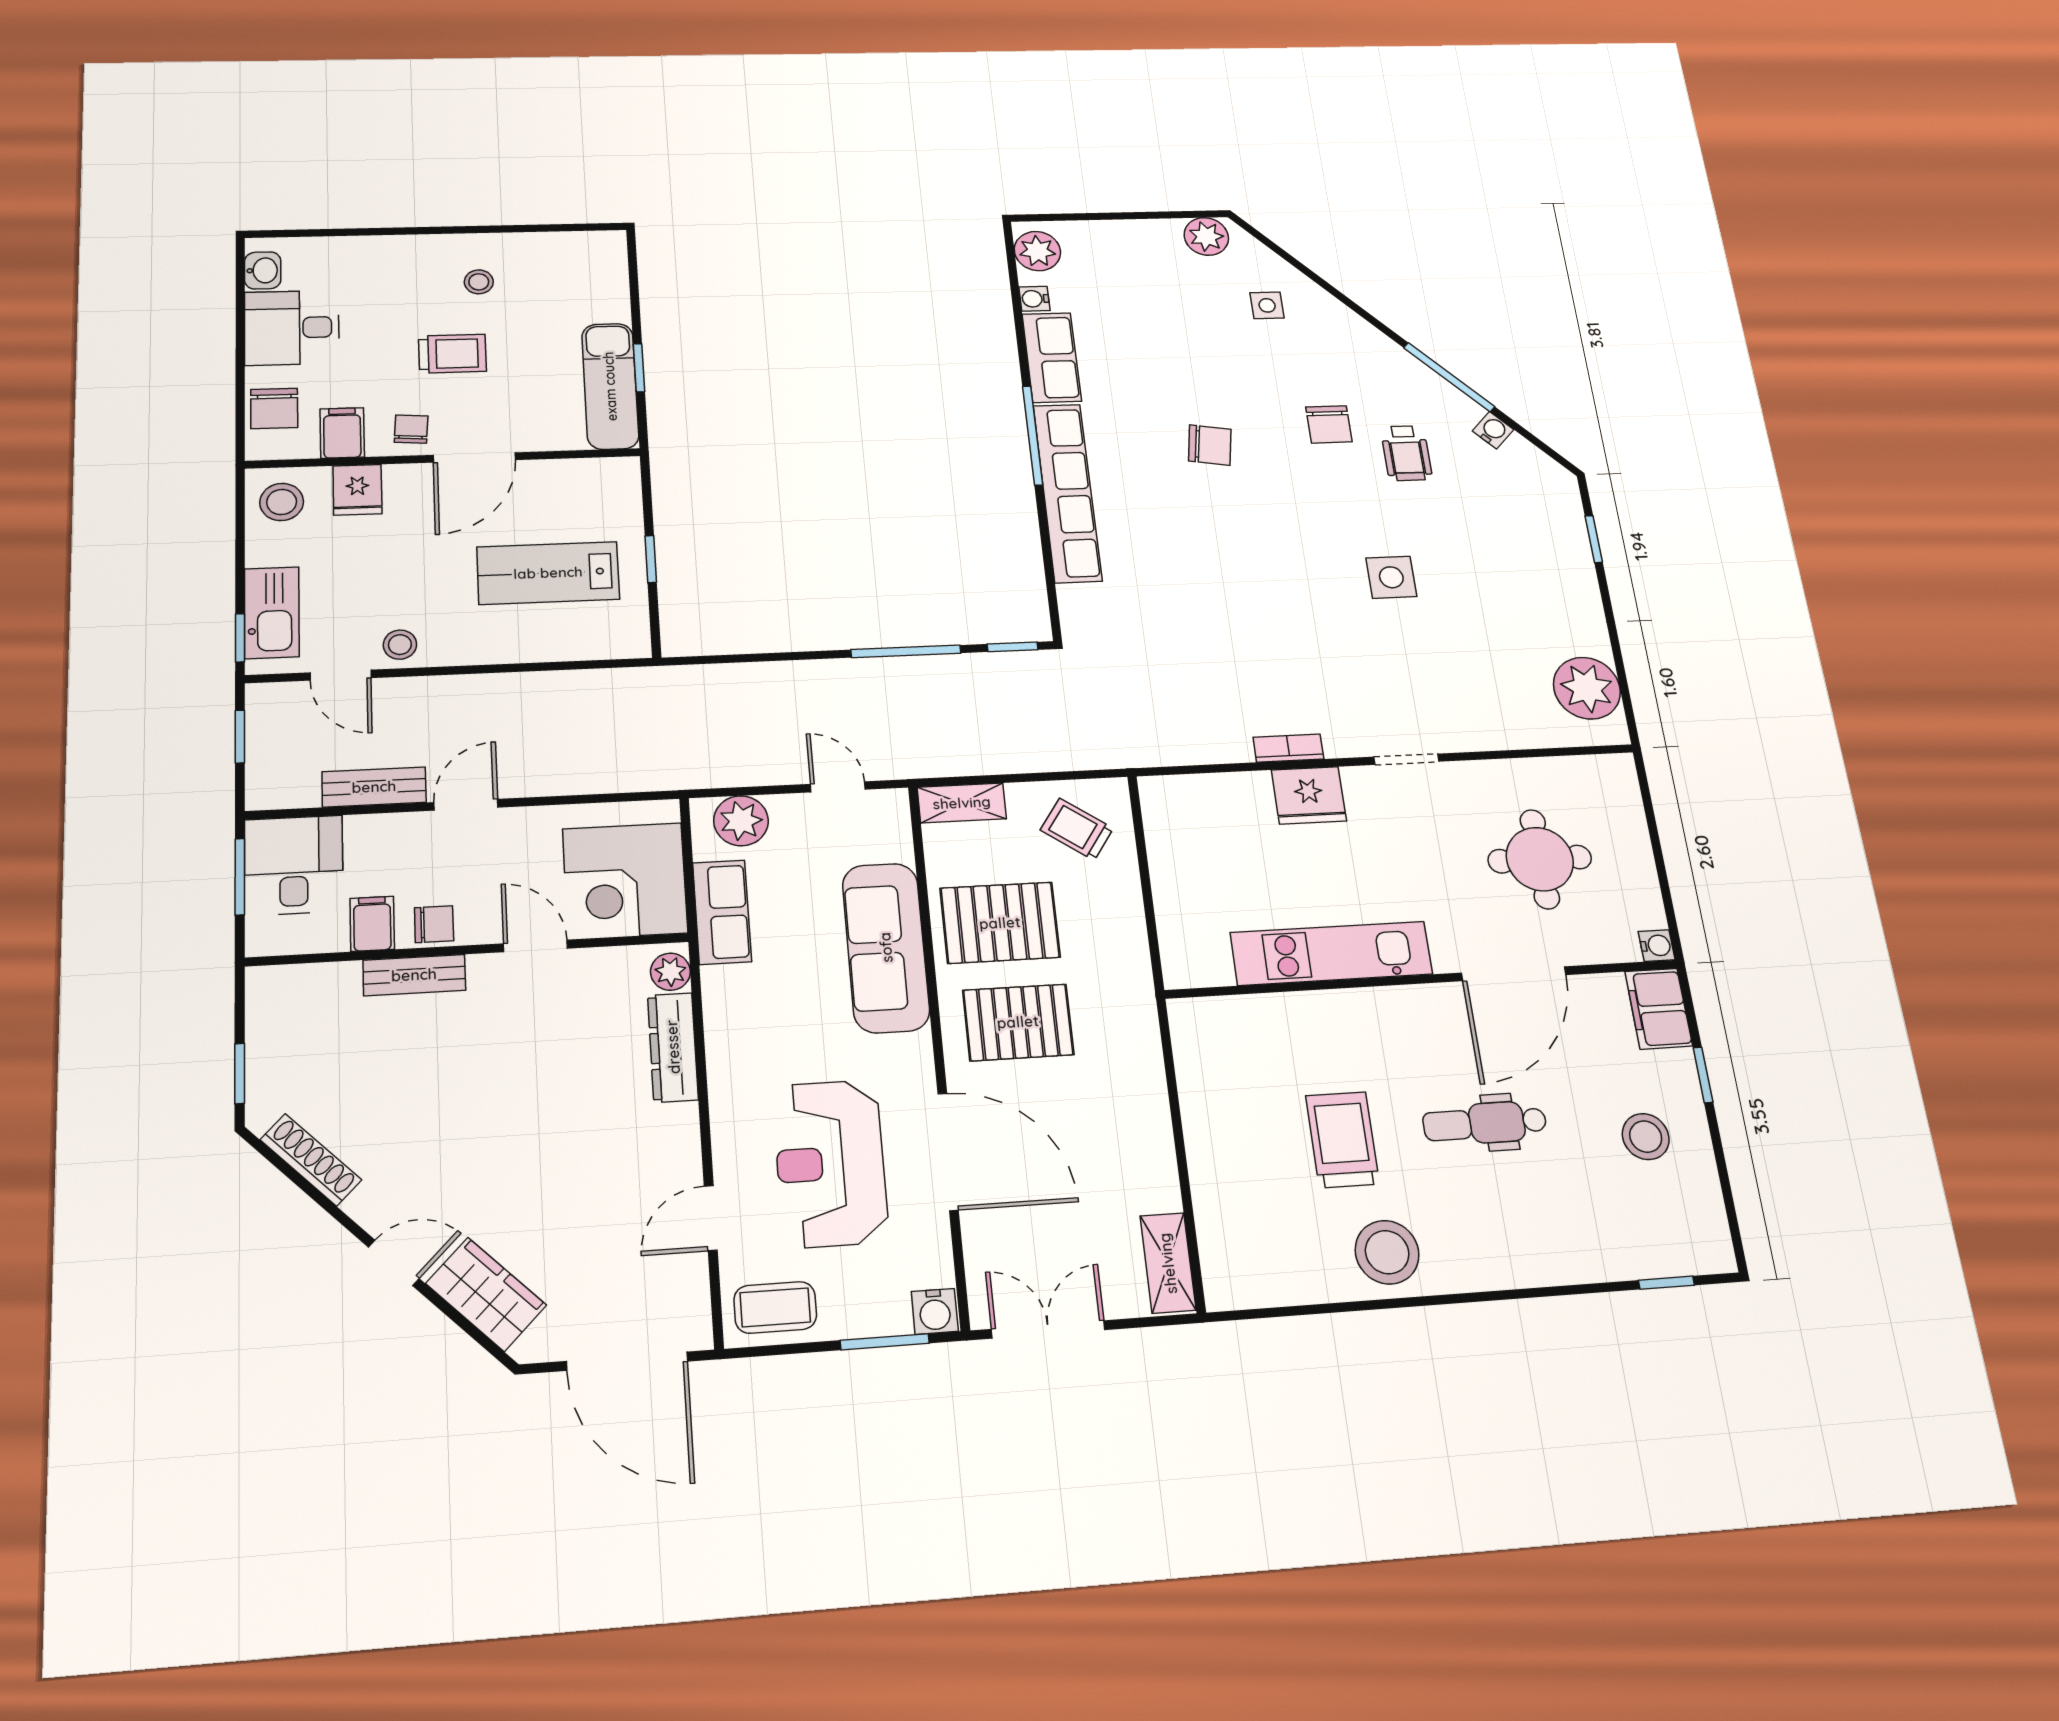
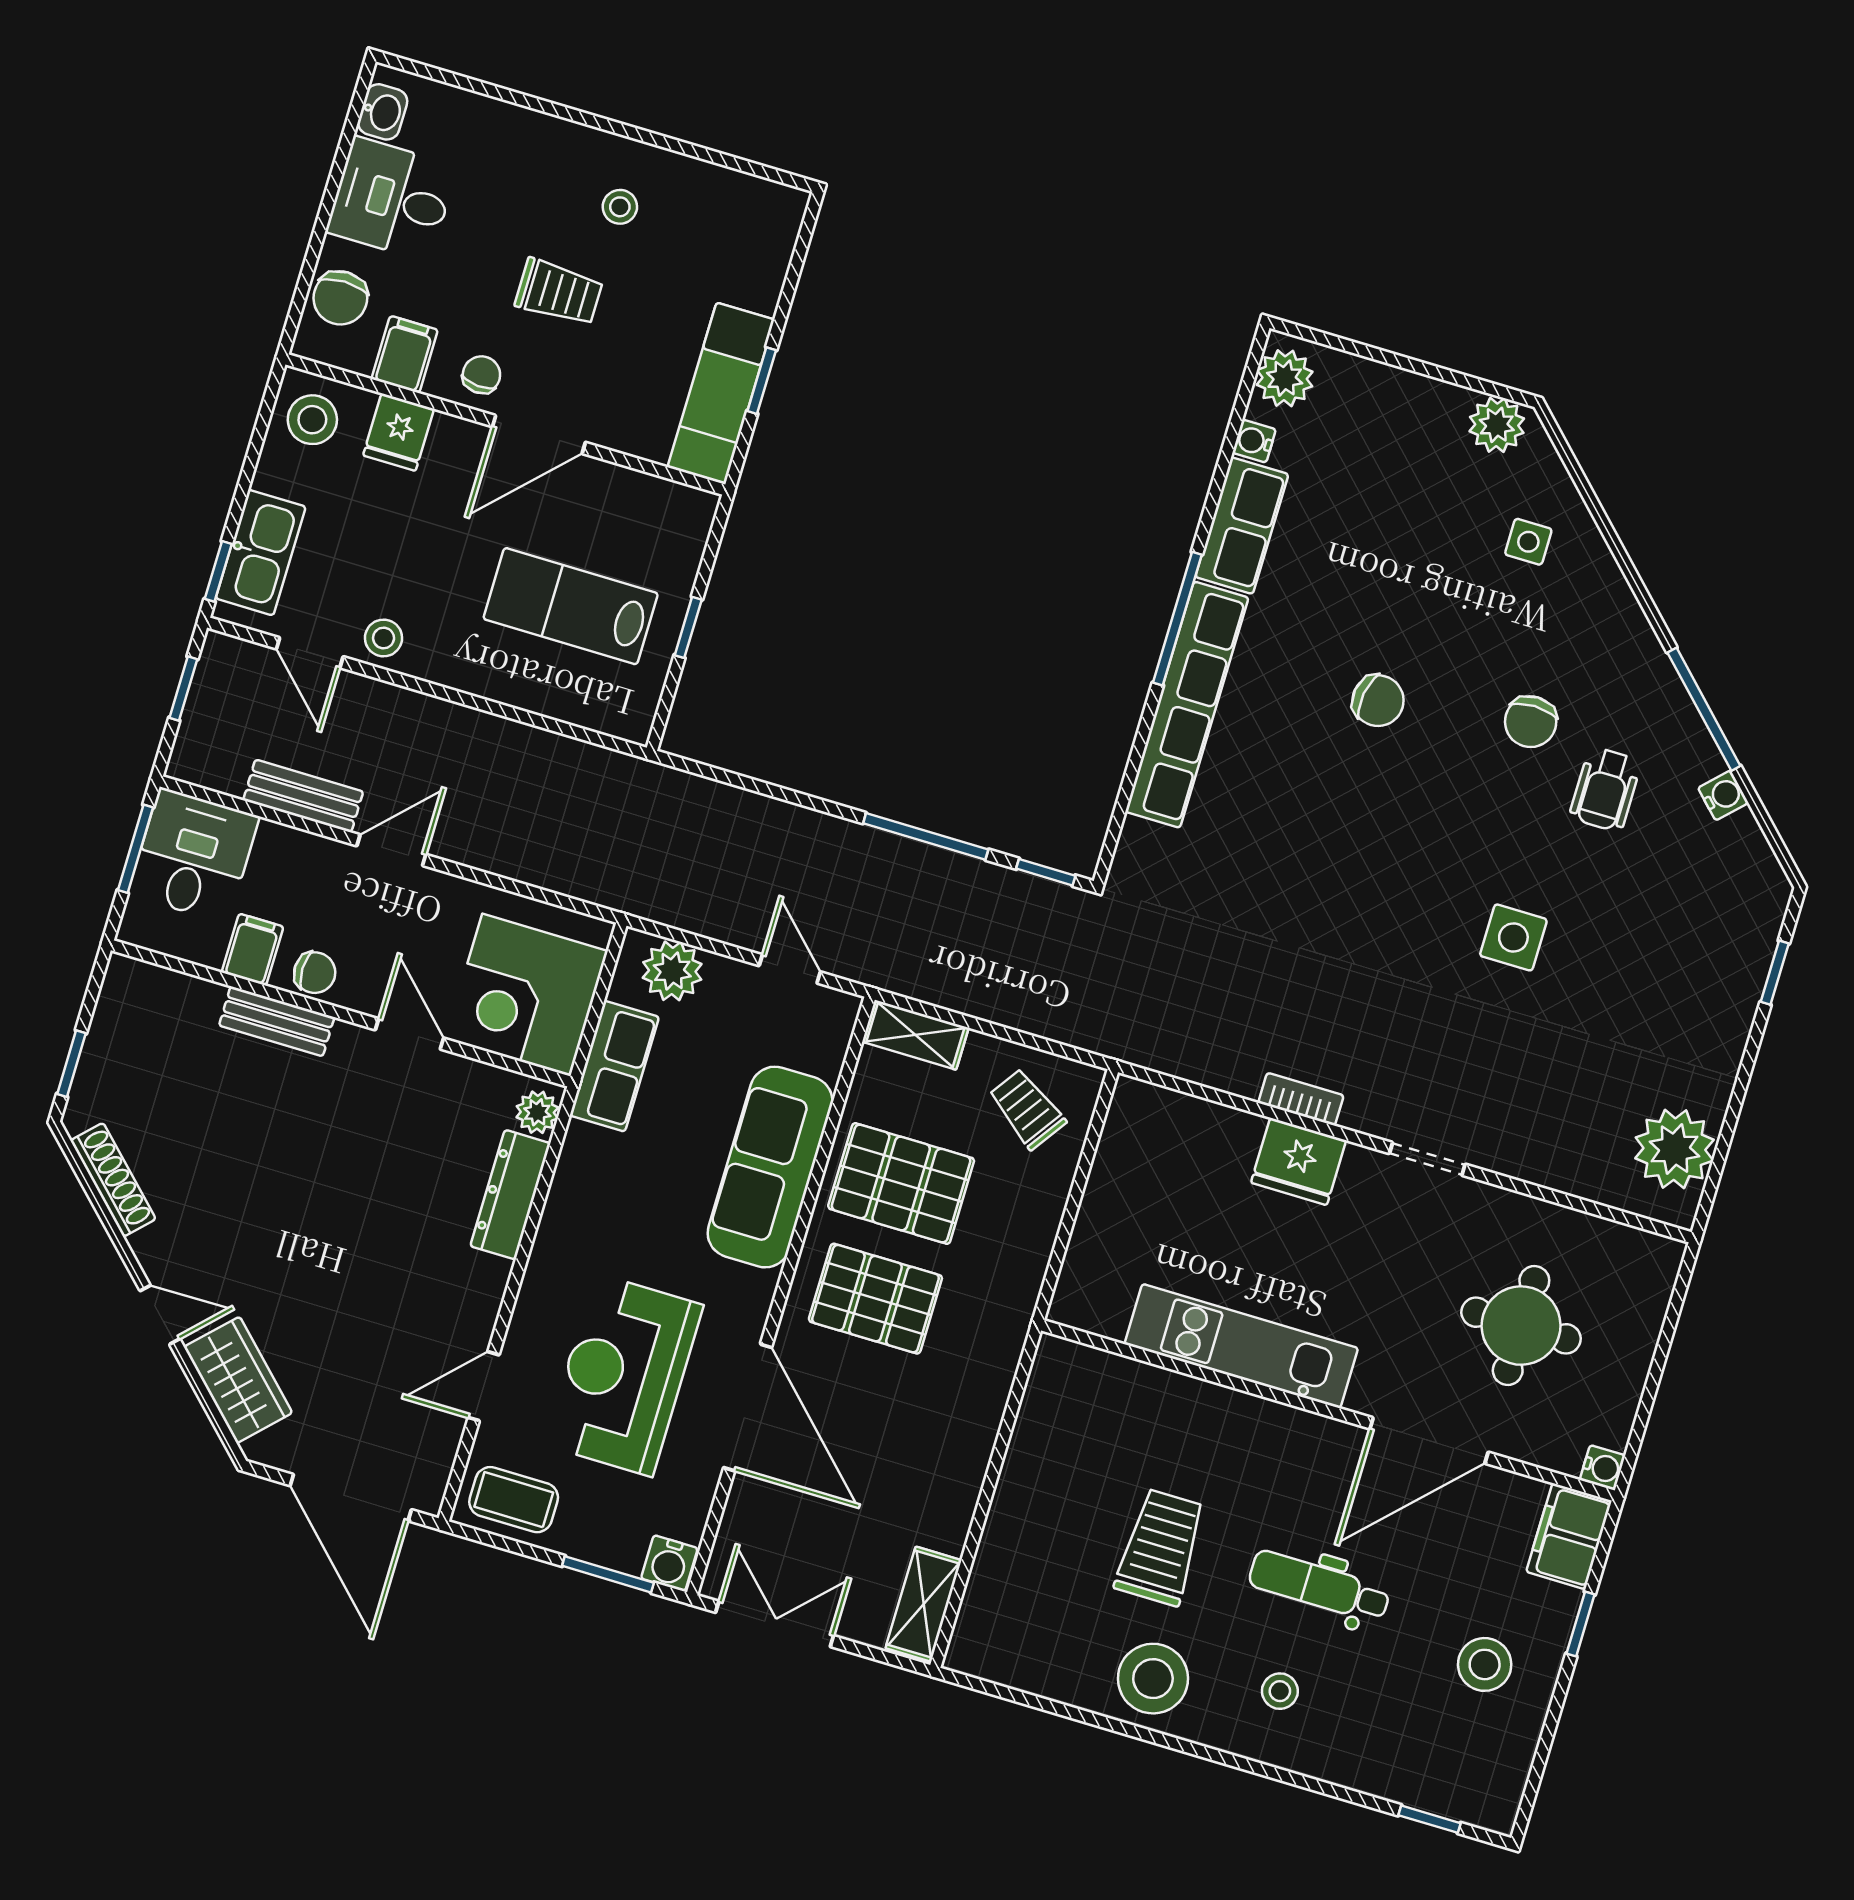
stool: (1495, 1222) -> (1280, 1691), added

